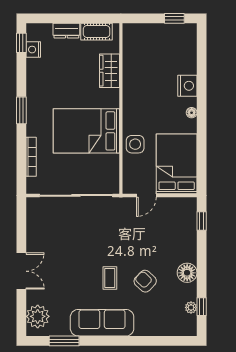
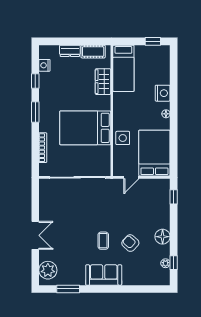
window: (21, 43) -> (35, 81), moved
bed: (136, 53) -> (123, 68), added
sofa: (102, 323) -> (104, 275), width x0.73

